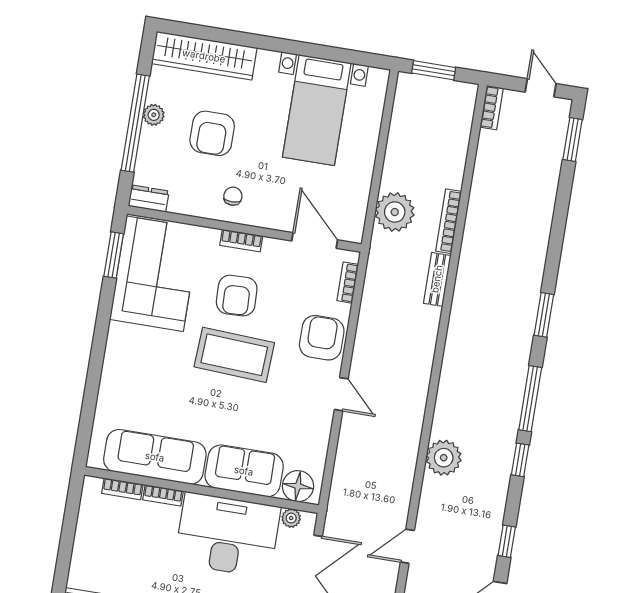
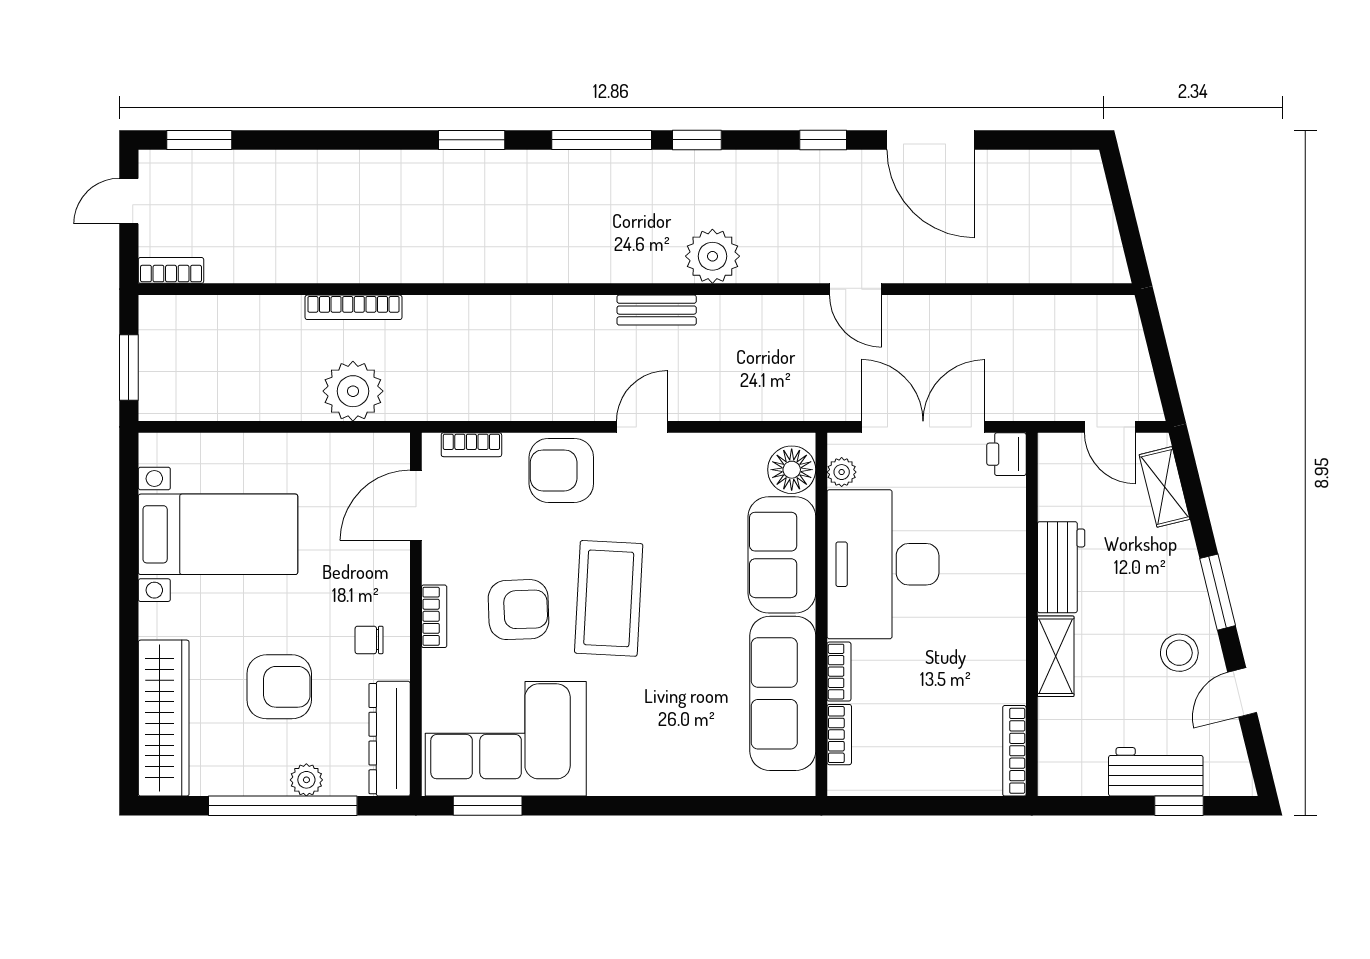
plant: (154, 115) -> (306, 780), moved
dresser: (149, 199) -> (390, 739), width x1.96, depth x1.24
bench: (437, 279) -> (657, 310), moved

